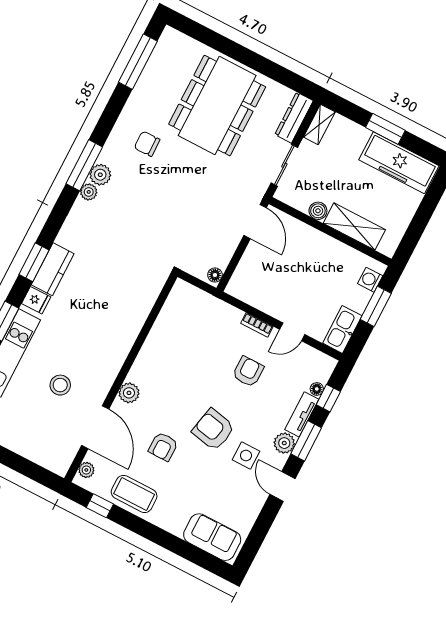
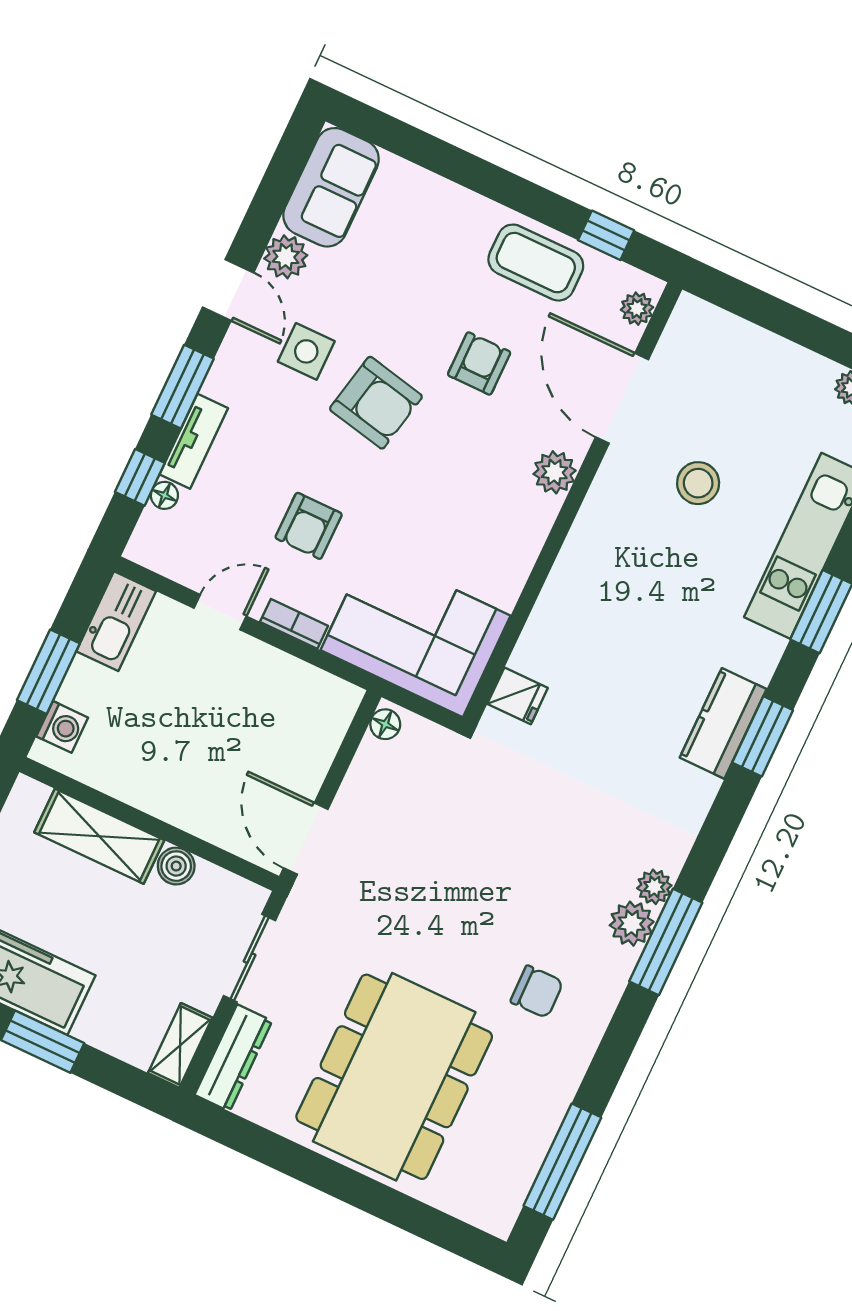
fridge: (36, 300) -> (518, 696), moved, turned 180
corner sofa: (199, 318) -> (415, 633), added
plant: (284, 443) -> (286, 257), moved
sofa: (212, 537) -> (331, 187), moved, turned -90

